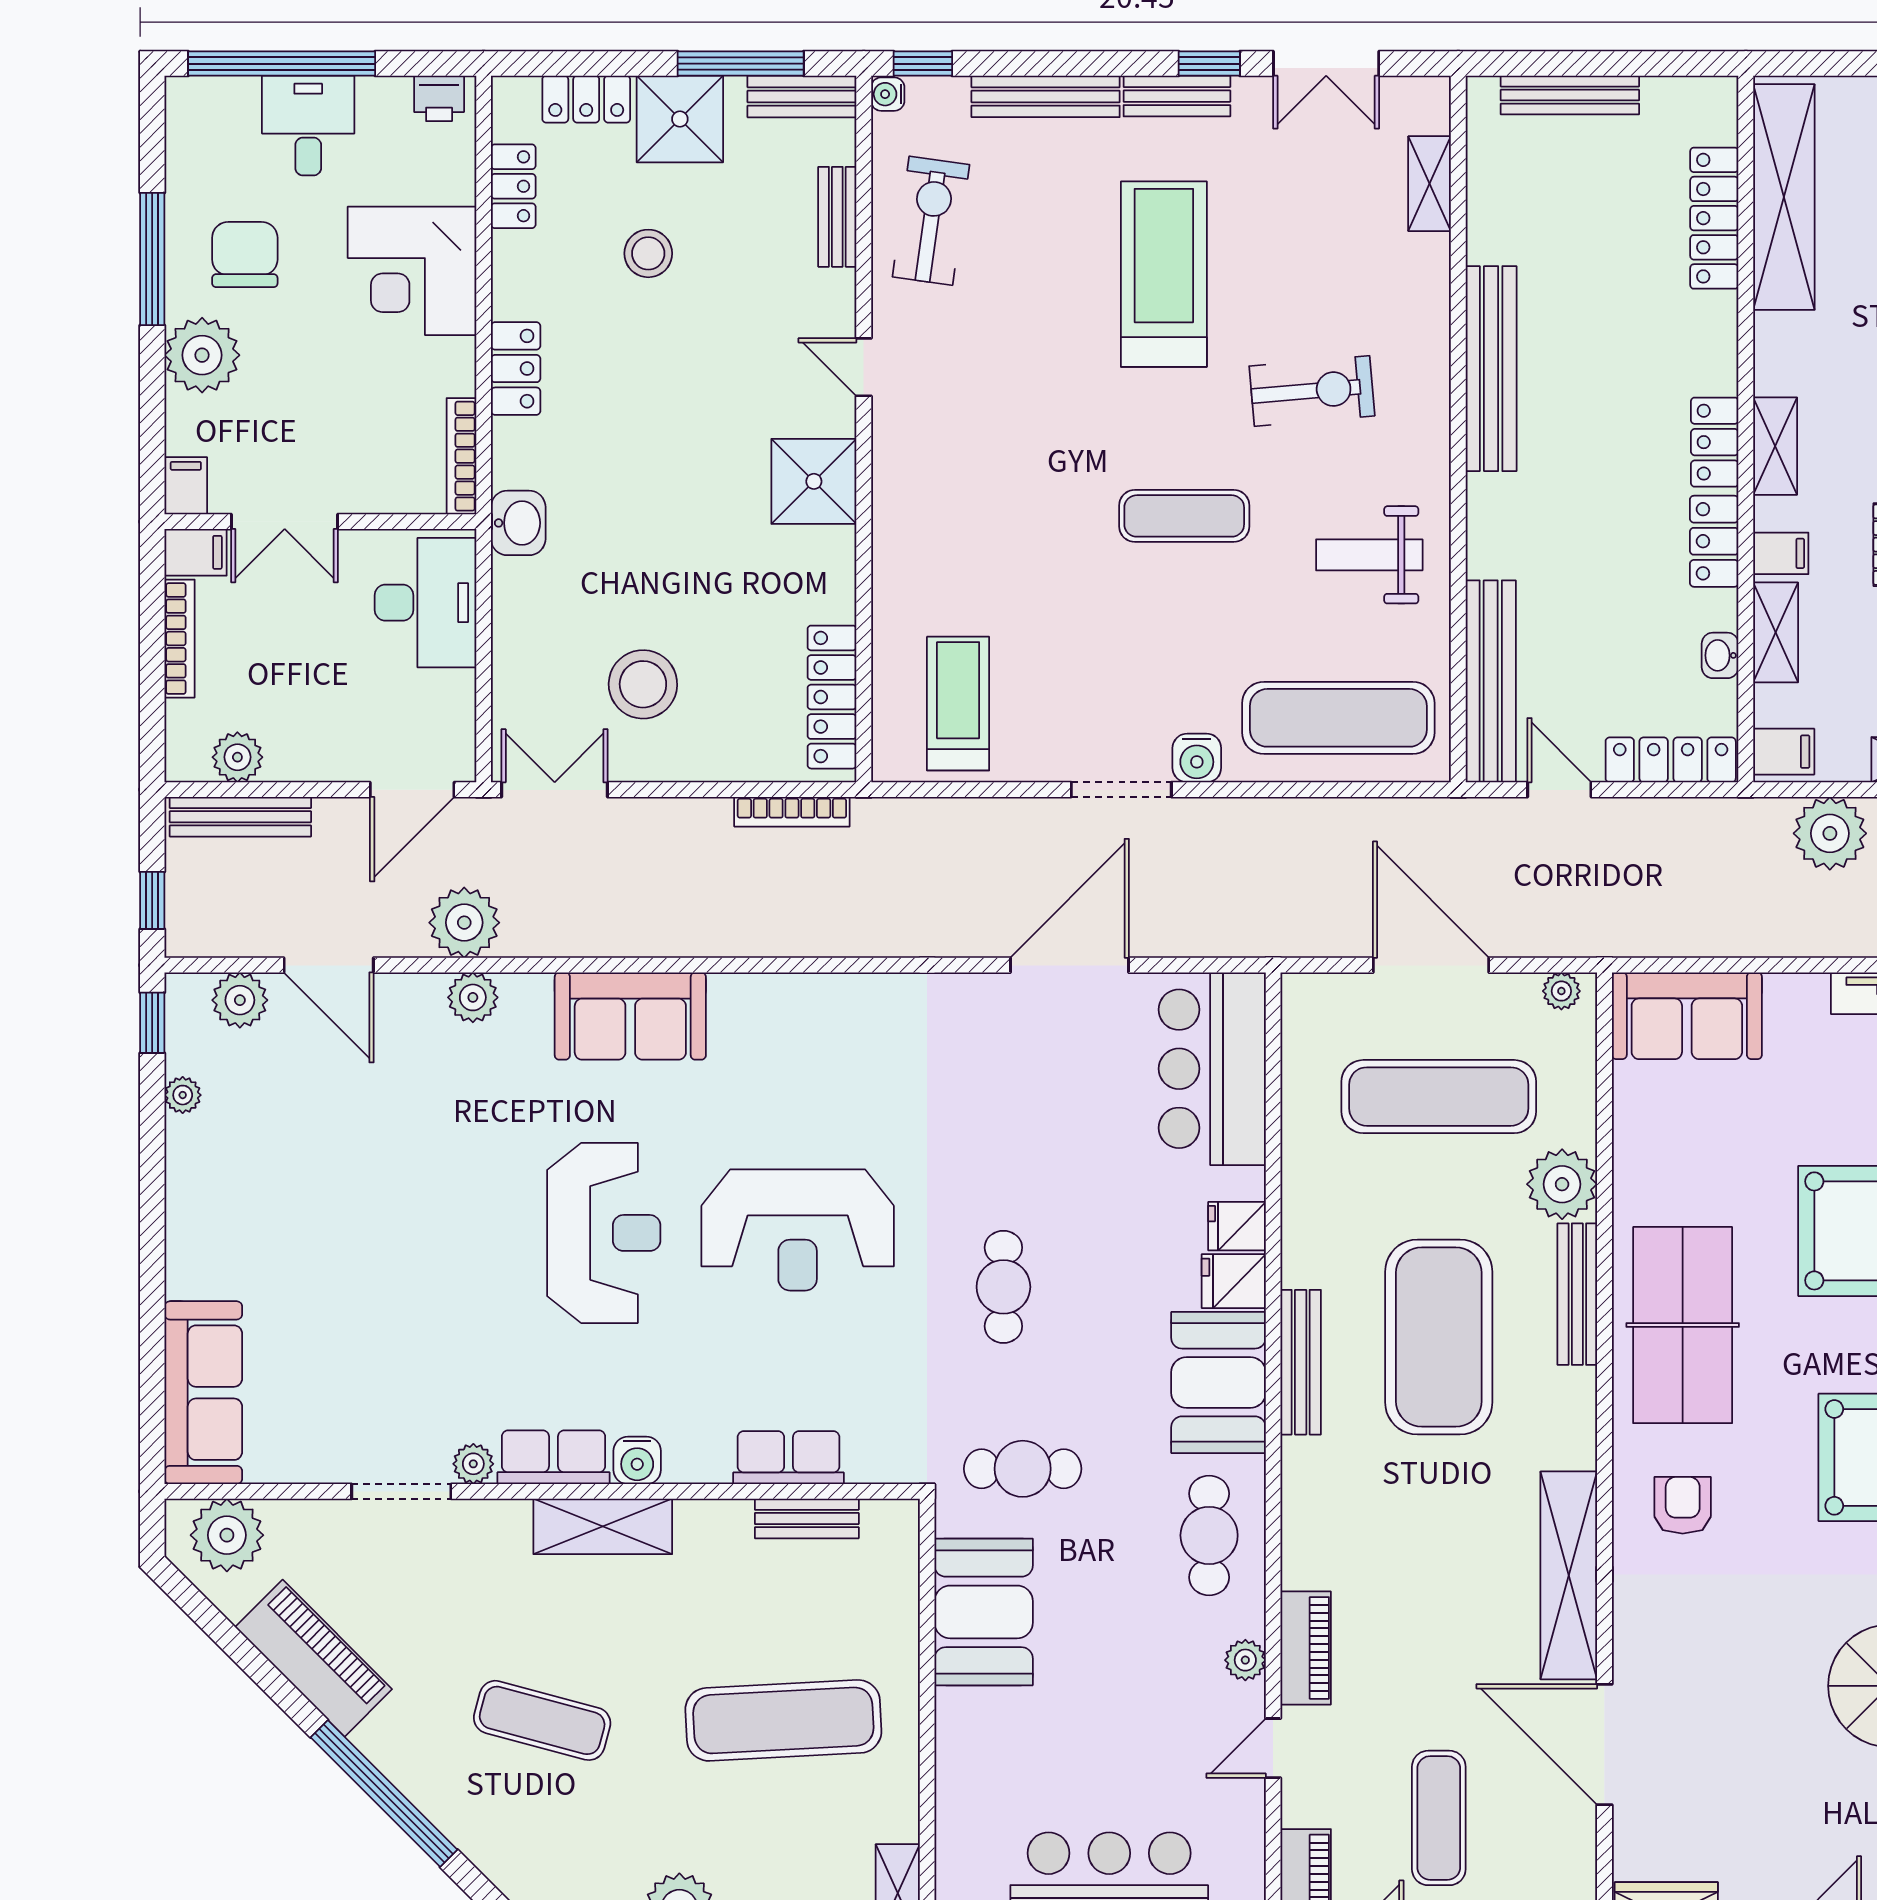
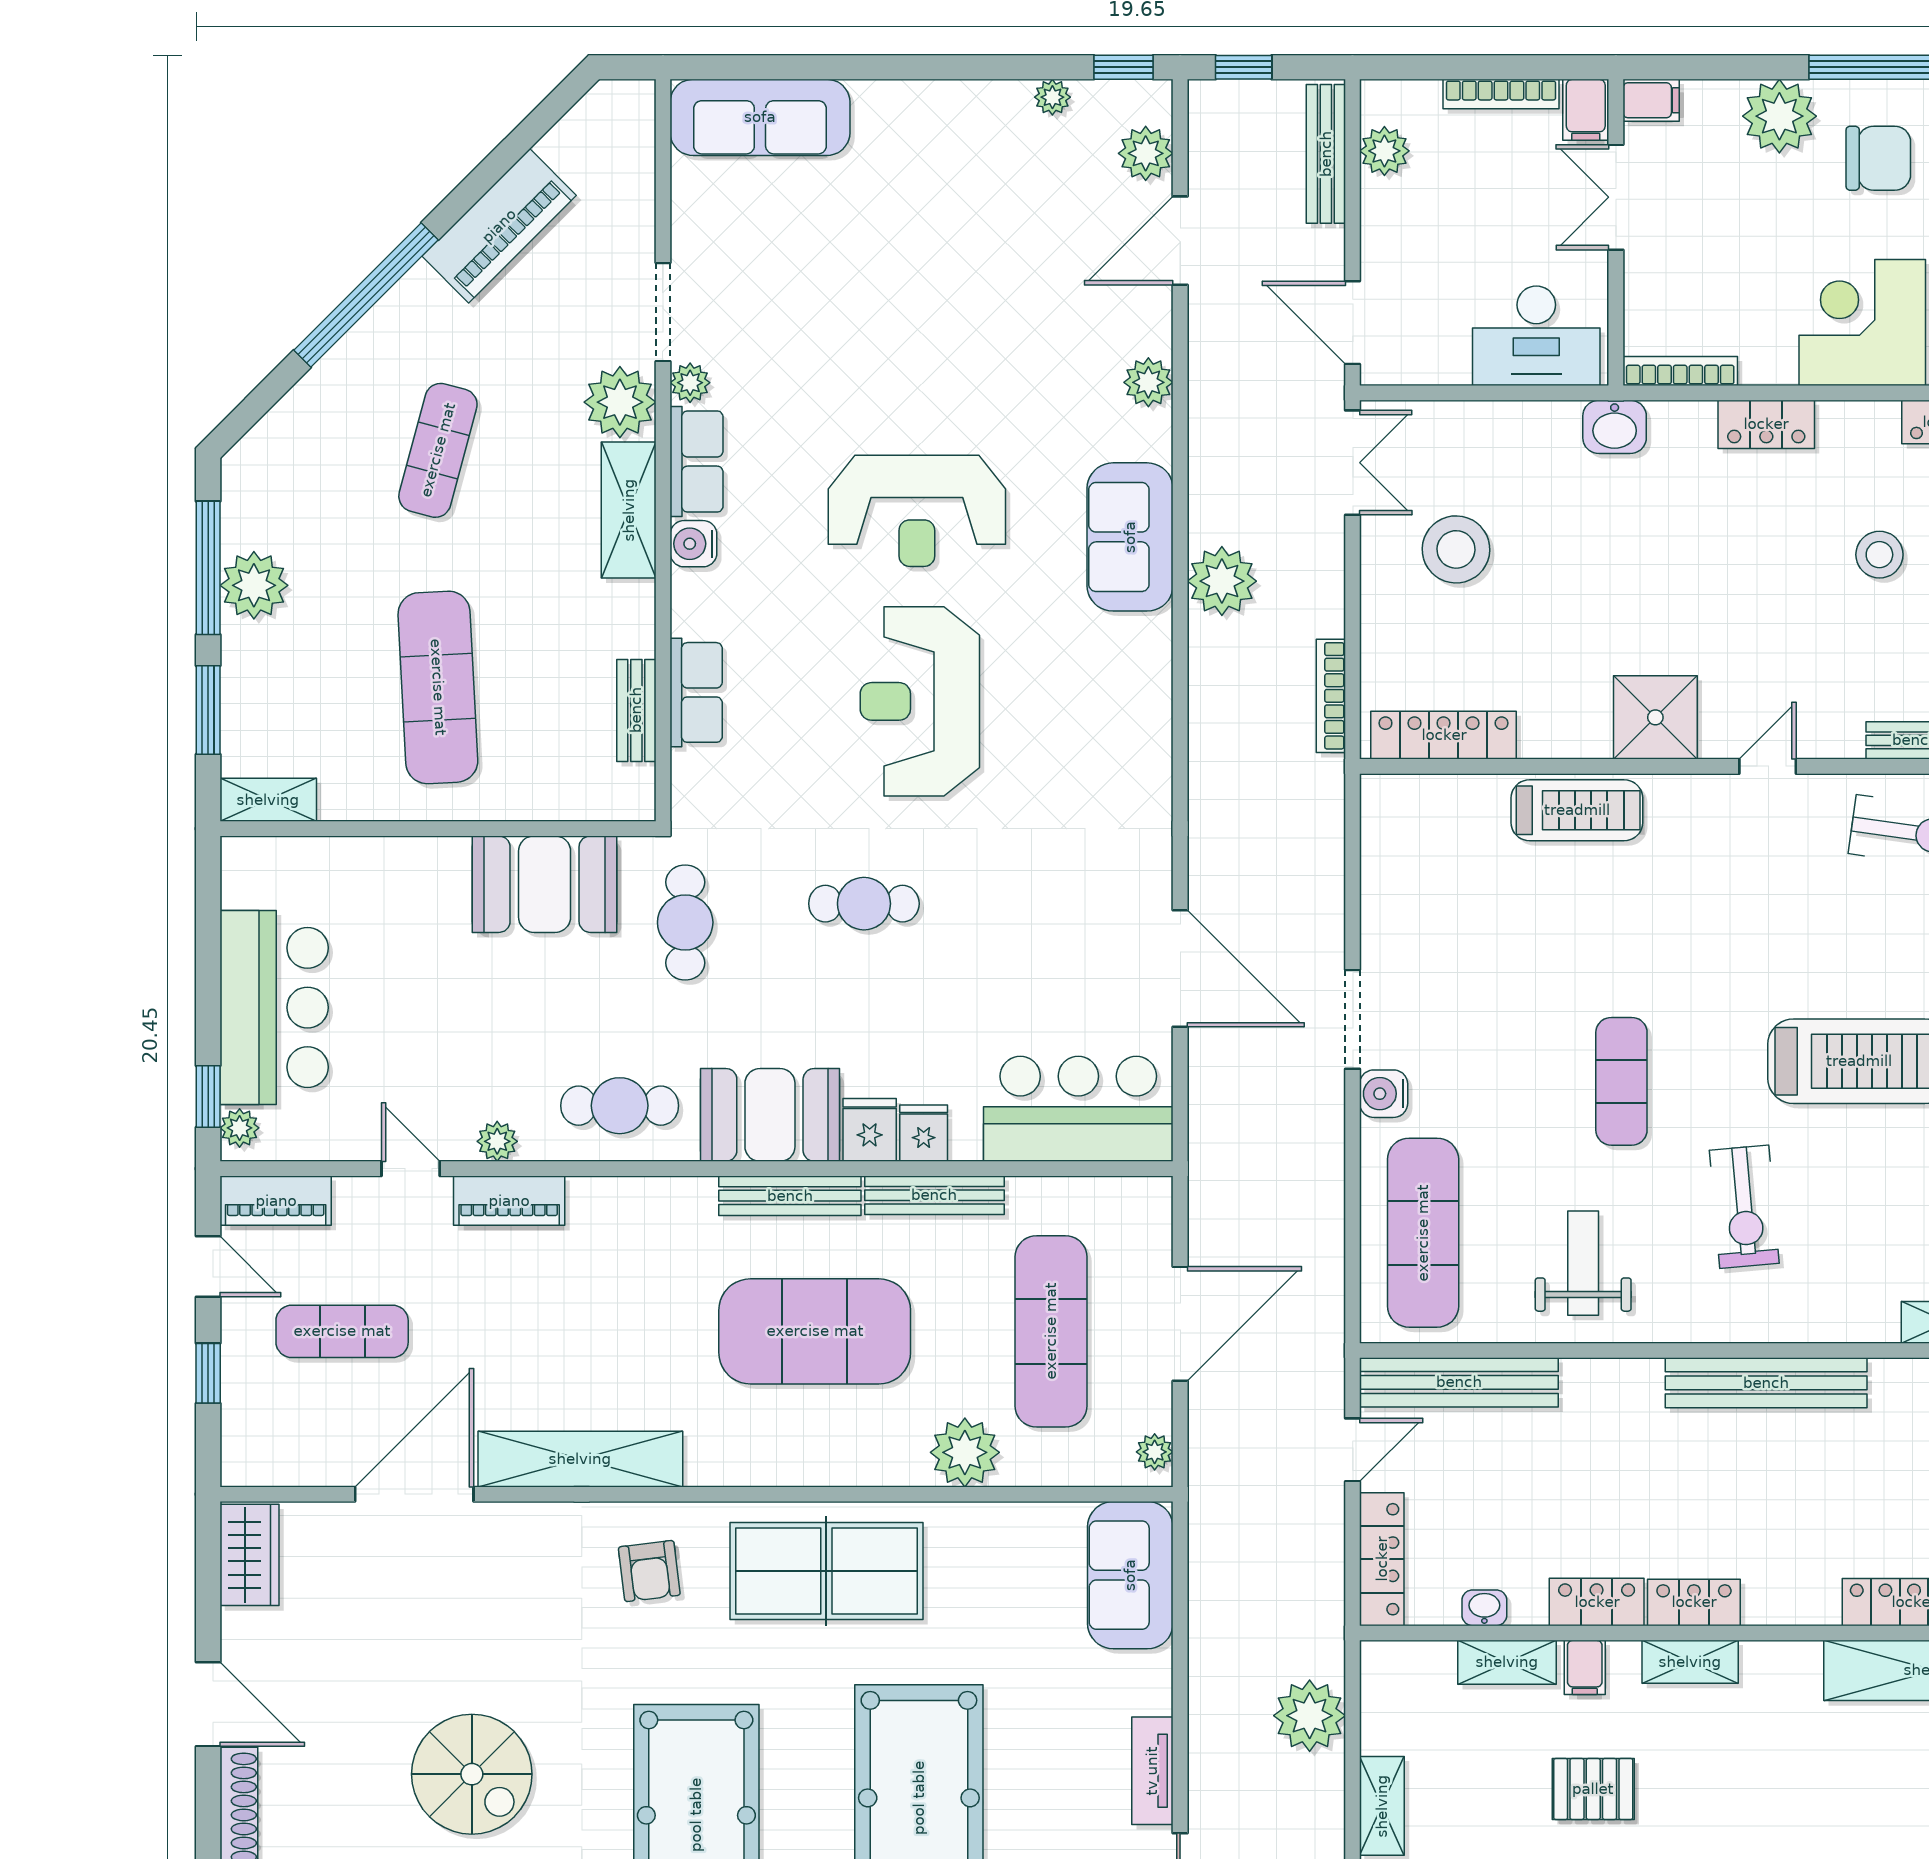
treadmill: (958, 704) -> (1577, 810), moved
filing cabinet: (1784, 752) -> (1390, 1670), removed
plant: (464, 923) -> (1222, 581), moved
bench: (1577, 1294) -> (934, 1195), moved
armchair: (1683, 1505) -> (649, 1571), turned 83
plant: (227, 1535) -> (620, 402), moved

